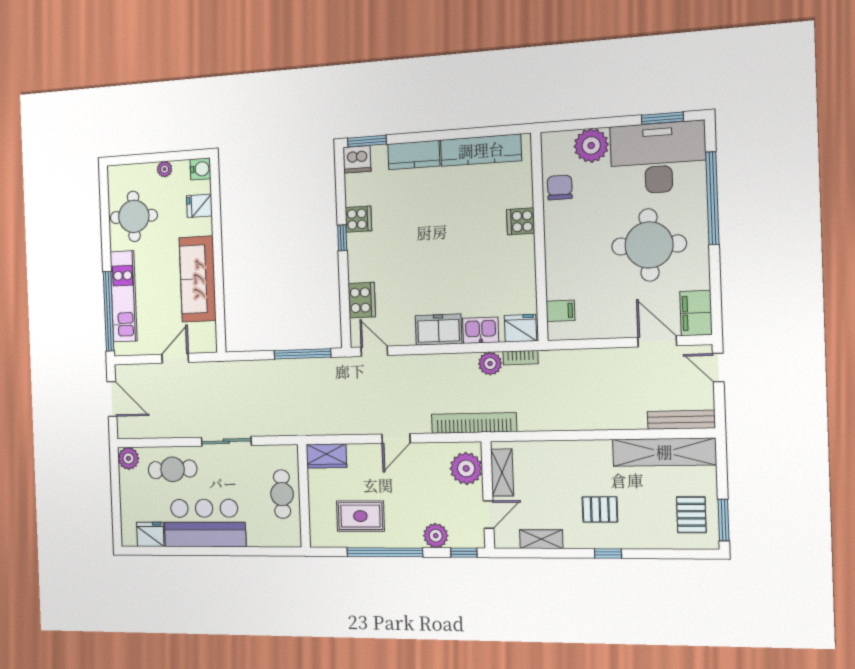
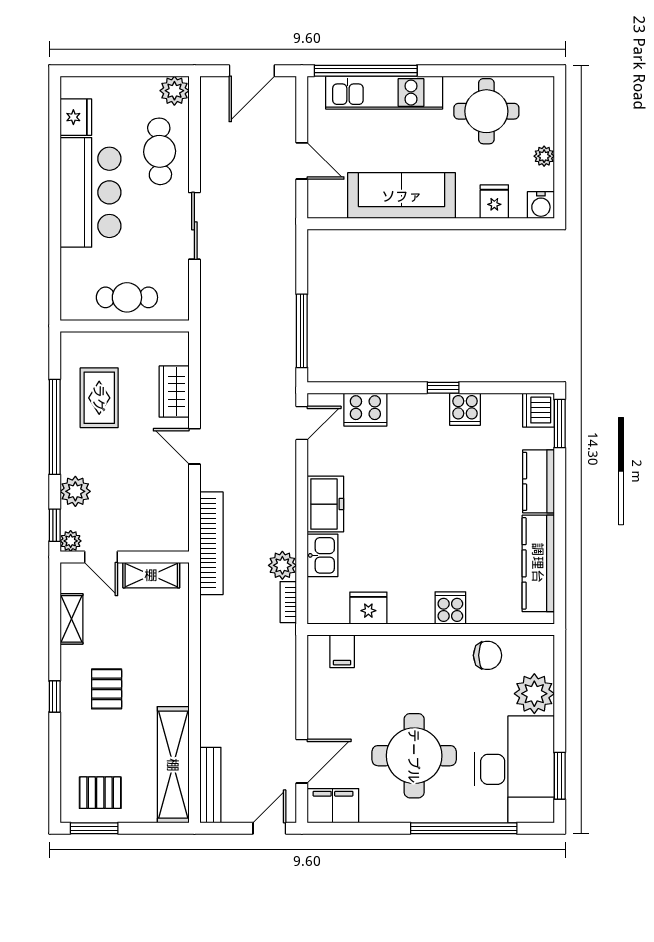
fridge: (520, 328) -> (368, 608), moved, turned -90
wardrobe: (326, 456) -> (174, 392), moved
plant: (466, 468) -> (71, 541), moved, width x0.53, depth x0.53

